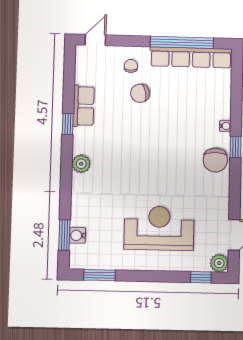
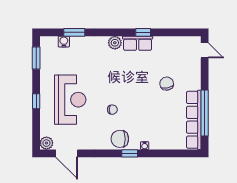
chair: (131, 66) -> (112, 110), moved
row of seats: (84, 106) -> (138, 43), moved
window: (64, 235) -> (74, 32), moved
window: (201, 277) -> (36, 101), moved

